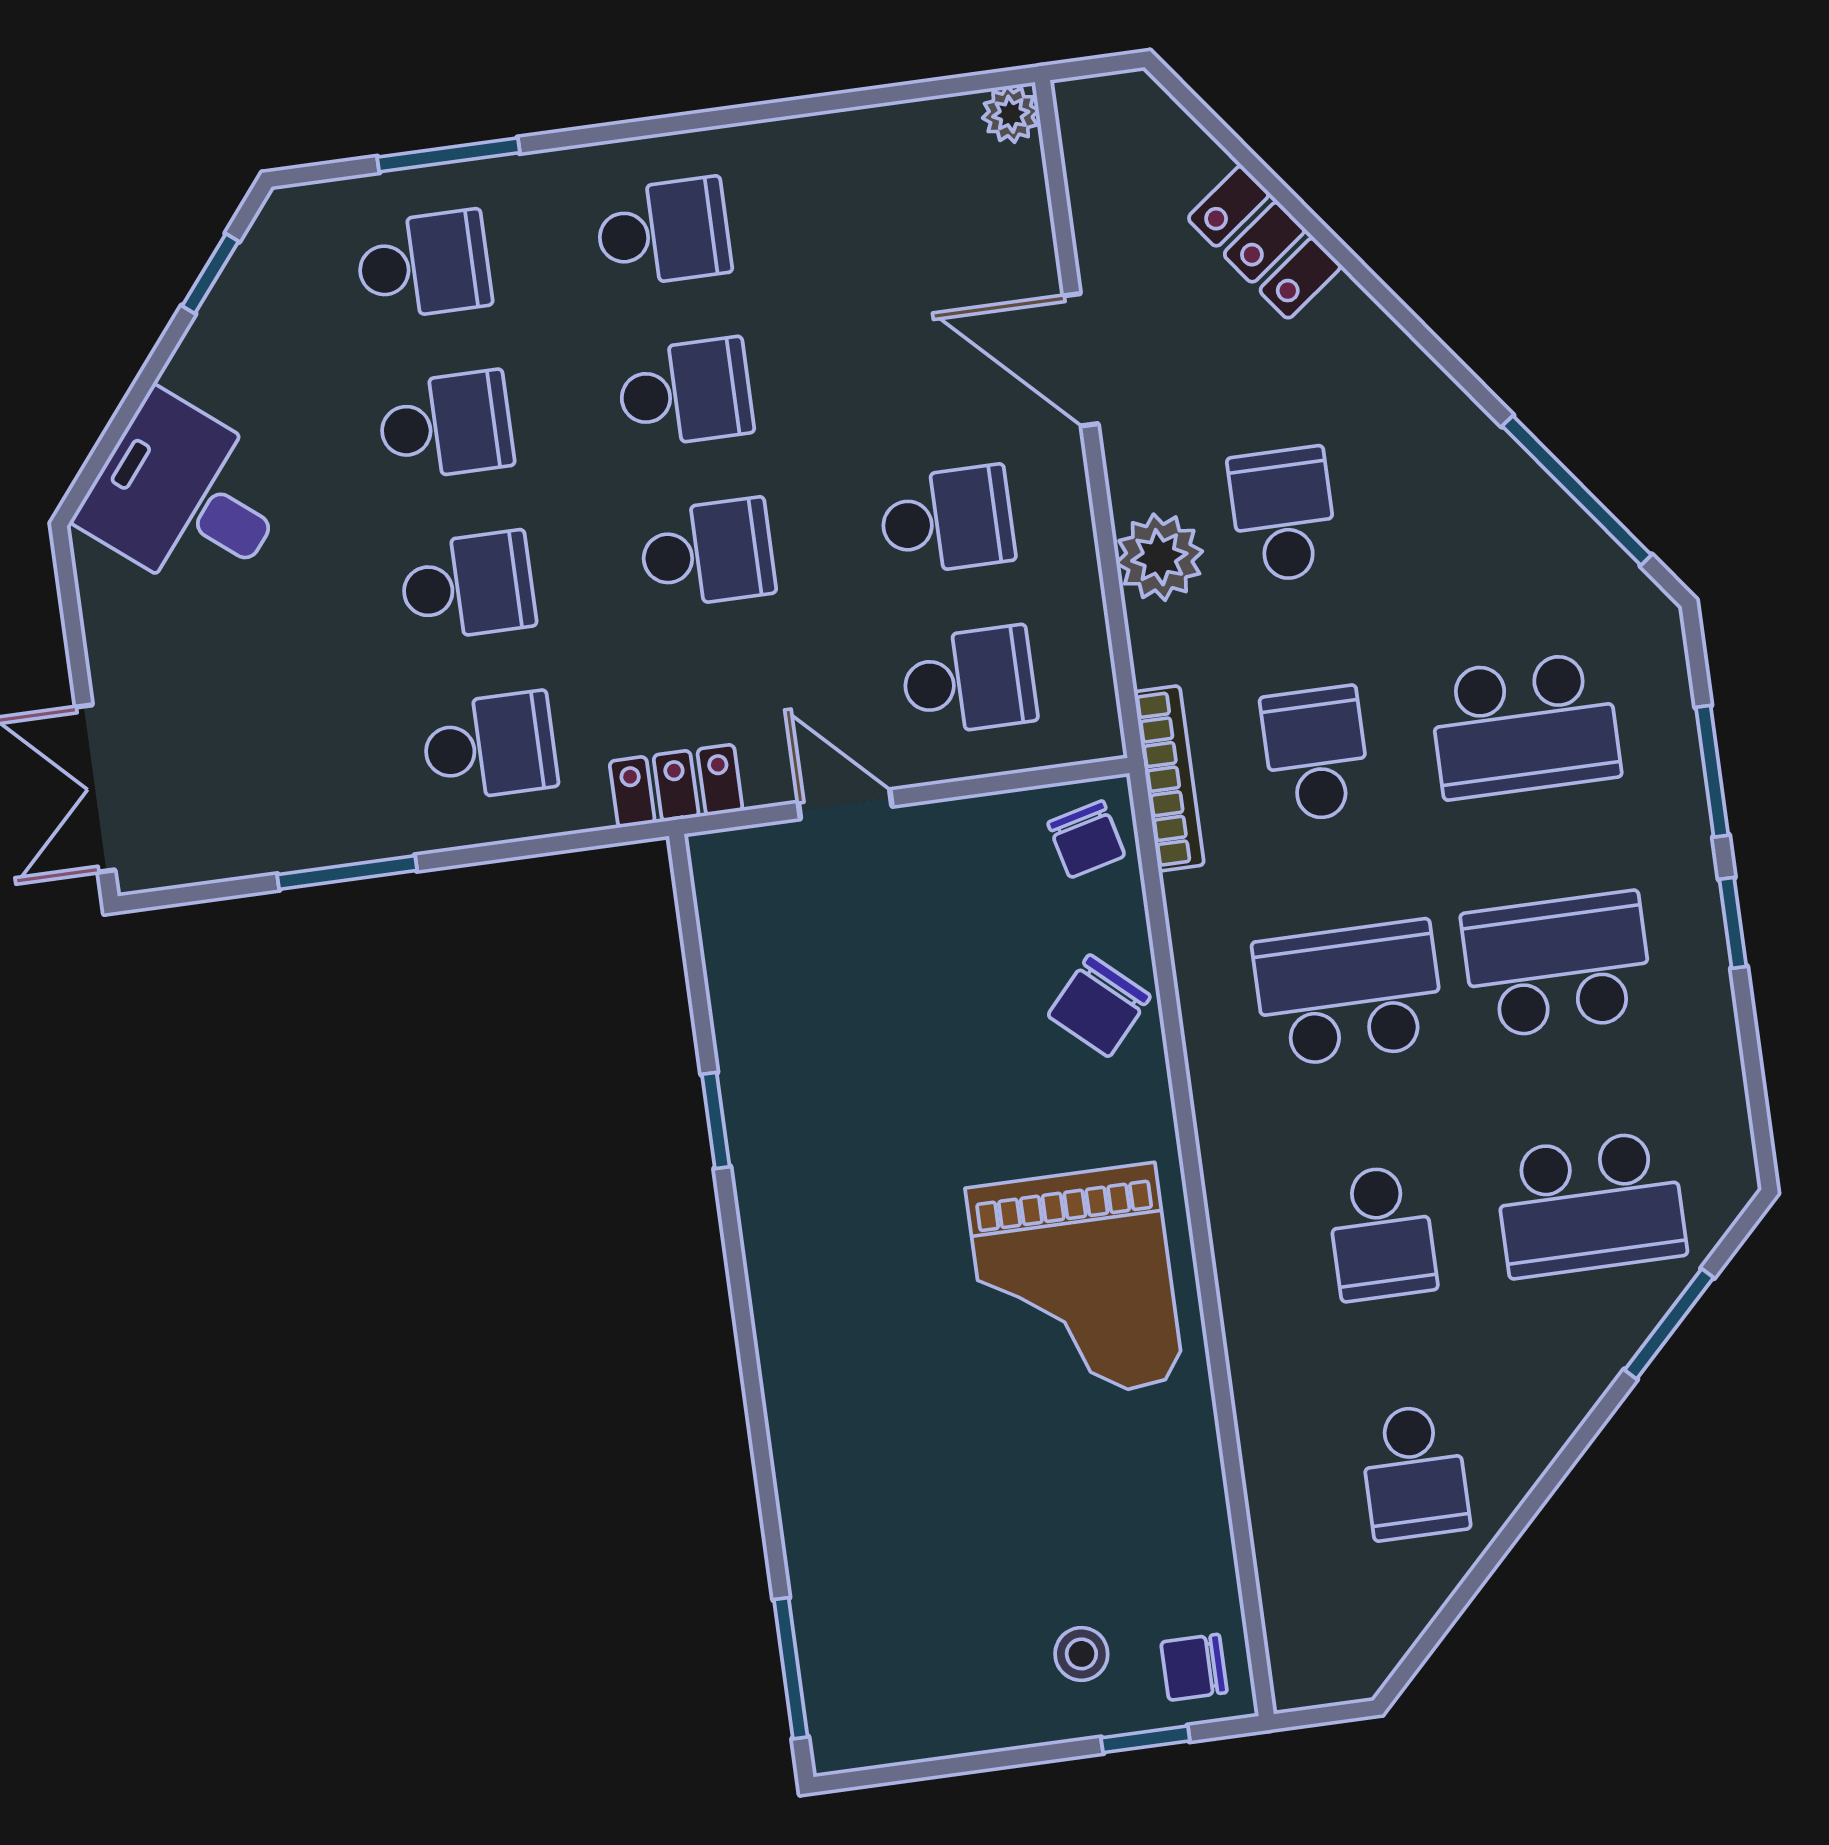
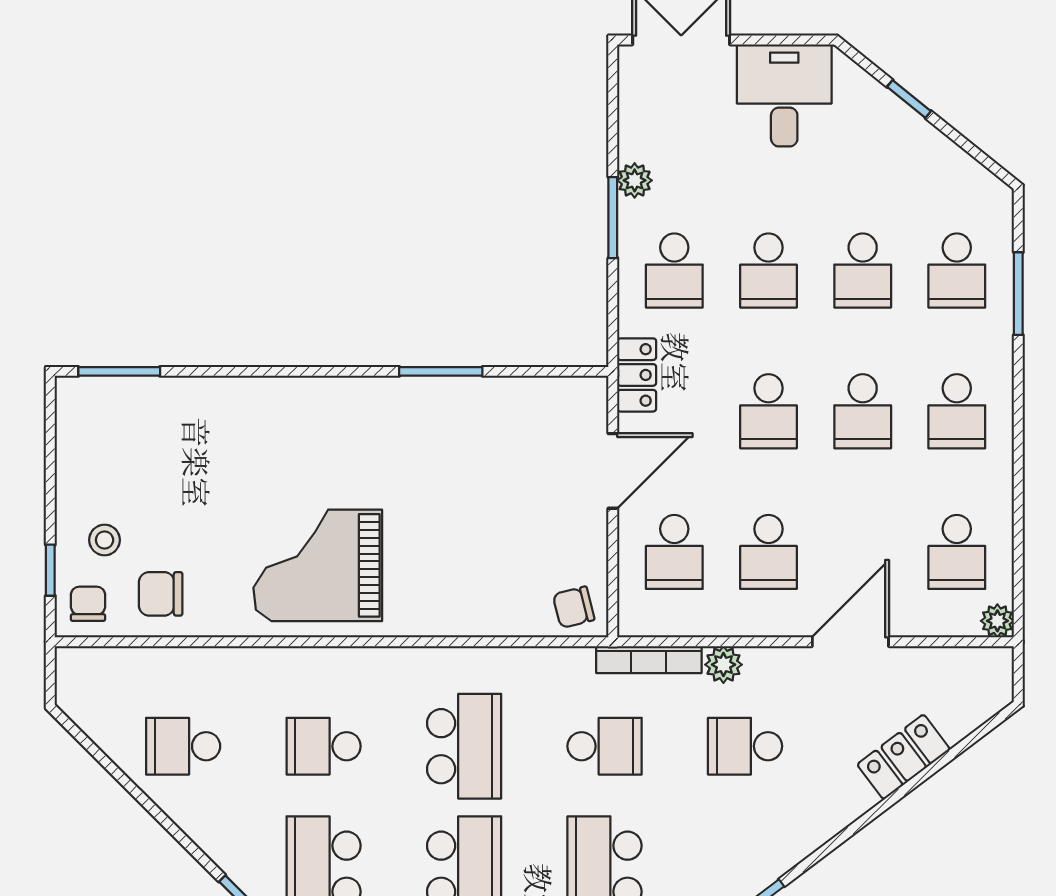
school desk: (903, 199) -> (957, 552), added
window: (210, 274) -> (909, 99), moved
desk: (186, 498) -> (784, 95), moved, turned -39
school desk: (1283, 515) -> (745, 746), turned 180
plant: (1159, 557) -> (723, 665), width x0.73, depth x0.73
bookcase: (1169, 778) -> (649, 660), moved
door: (845, 804) -> (613, 471), width x1.38
plant: (345, 835) -> (635, 180), added
window: (347, 872) -> (613, 218), moved
chair: (1099, 1006) -> (161, 594), moved, turned -42
window: (716, 1120) -> (441, 371), width x1.50

